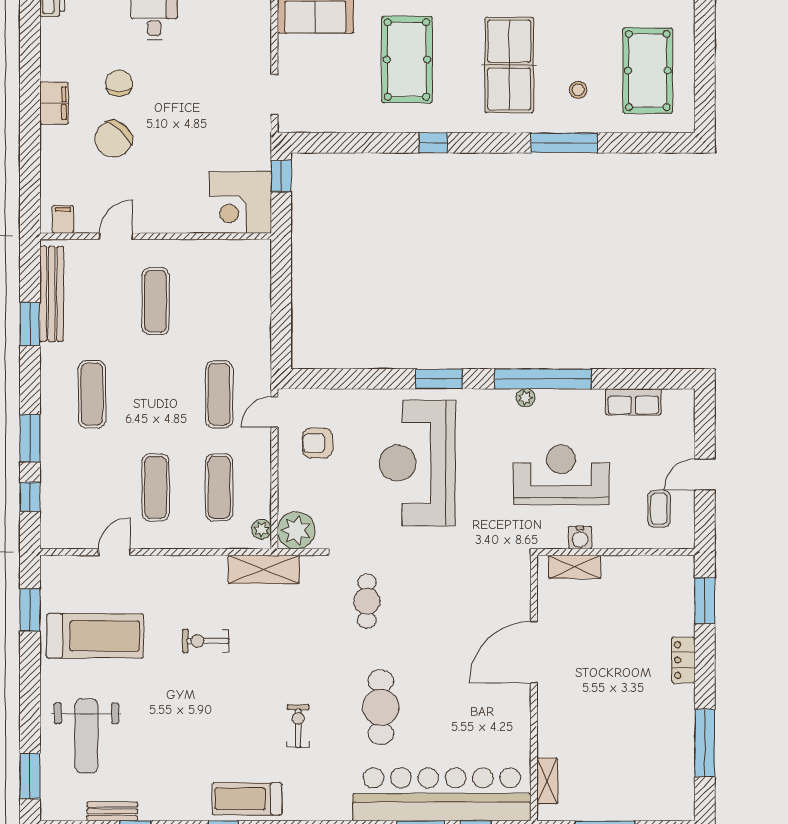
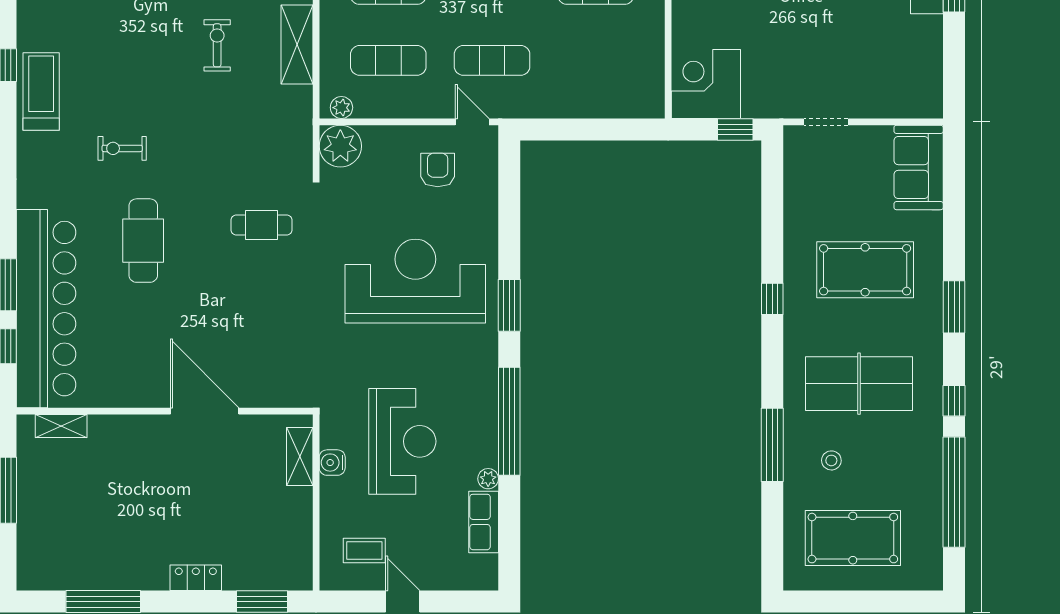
plant: (525, 398) -> (488, 479), moved
shelving: (264, 569) -> (297, 44), moved
cafe table: (381, 707) -> (143, 241), turned 90
exercise bike: (298, 726) -> (122, 148), turned 180

